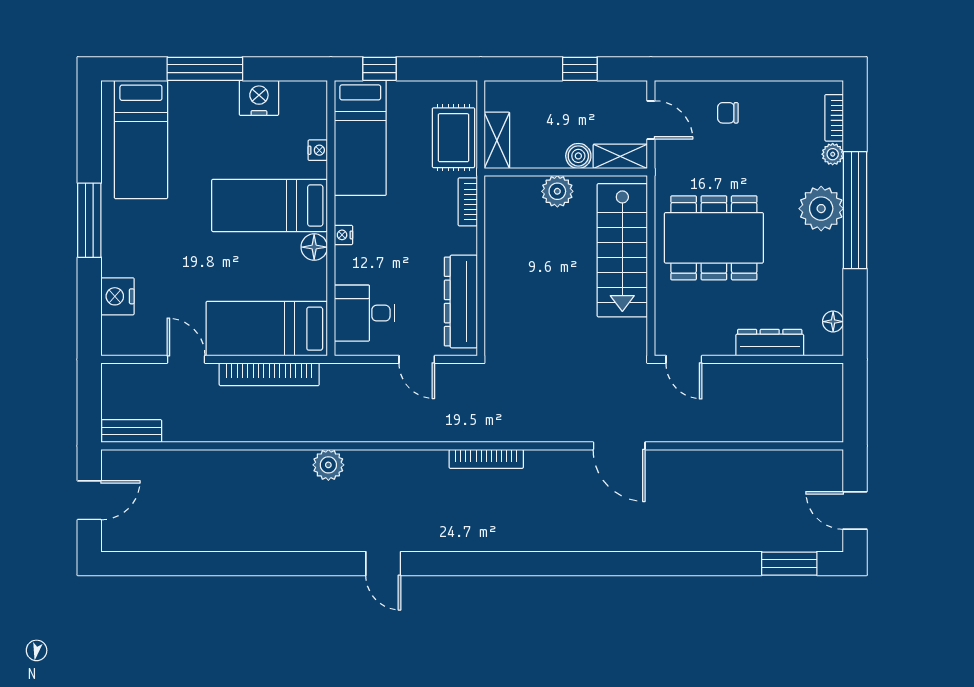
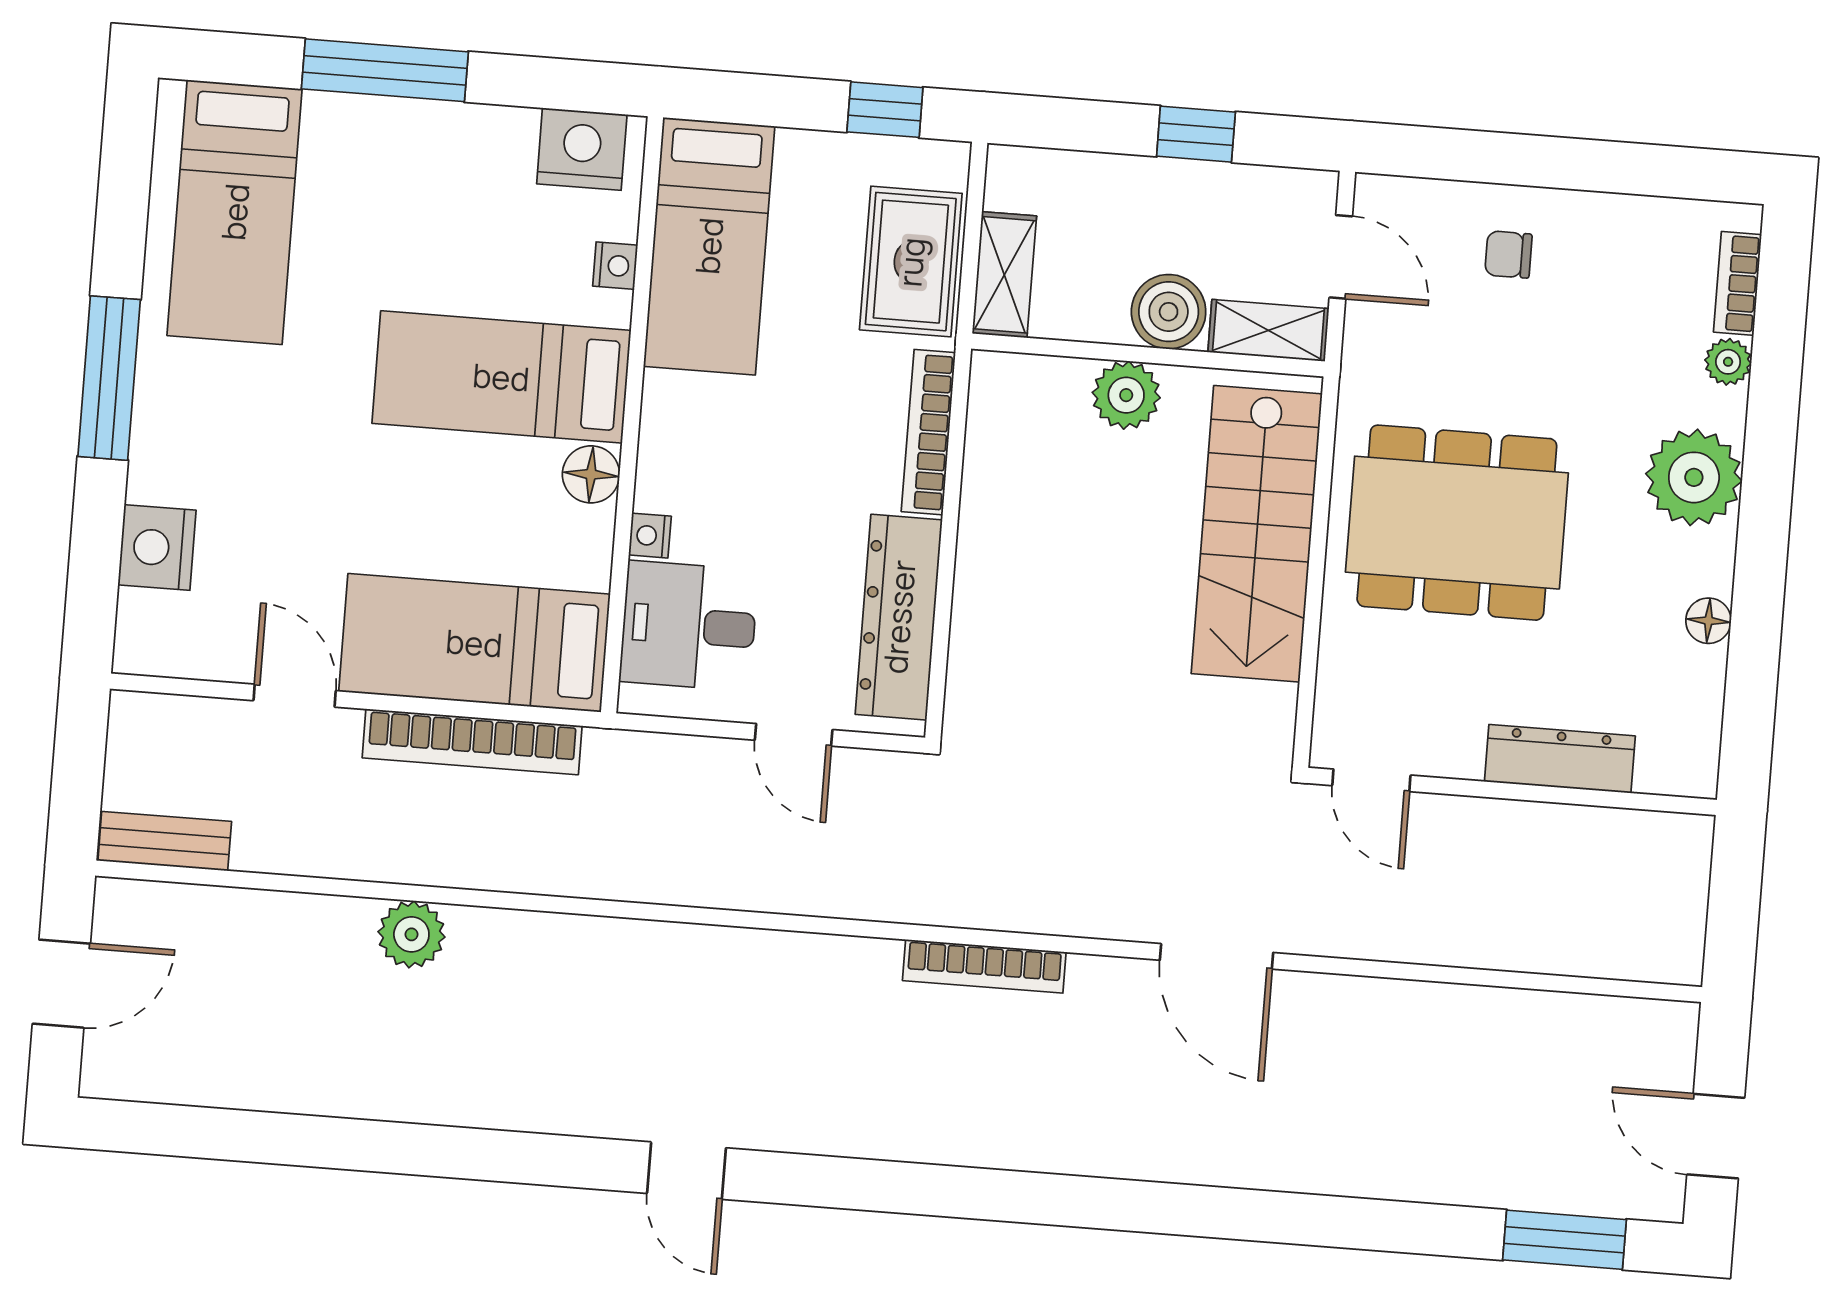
window: (380, 69) -> (885, 110), moved
nightstand: (259, 98) -> (582, 149), moved
boiler: (578, 156) -> (1169, 312), width x1.36, depth x1.36
bookcase: (468, 202) -> (928, 432), width x1.56
window: (855, 210) -> (1767, 487), removed
nightstand: (343, 235) -> (650, 536), moved
floor lamp: (833, 322) -> (1708, 621), moved
bookcase: (486, 459) -> (984, 966), moved
plant: (328, 465) -> (411, 934), moved

